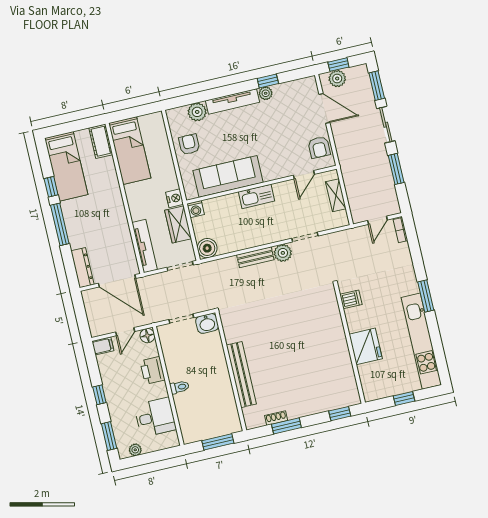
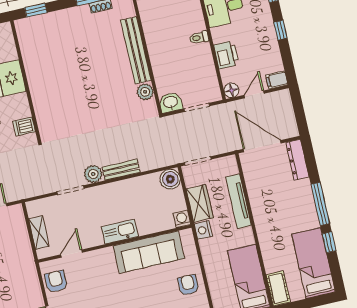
armchair: (189, 144) -> (188, 285), turned 180
tv unit: (145, 246) -> (239, 201), moved
plant: (232, 334) -> (145, 92), added

